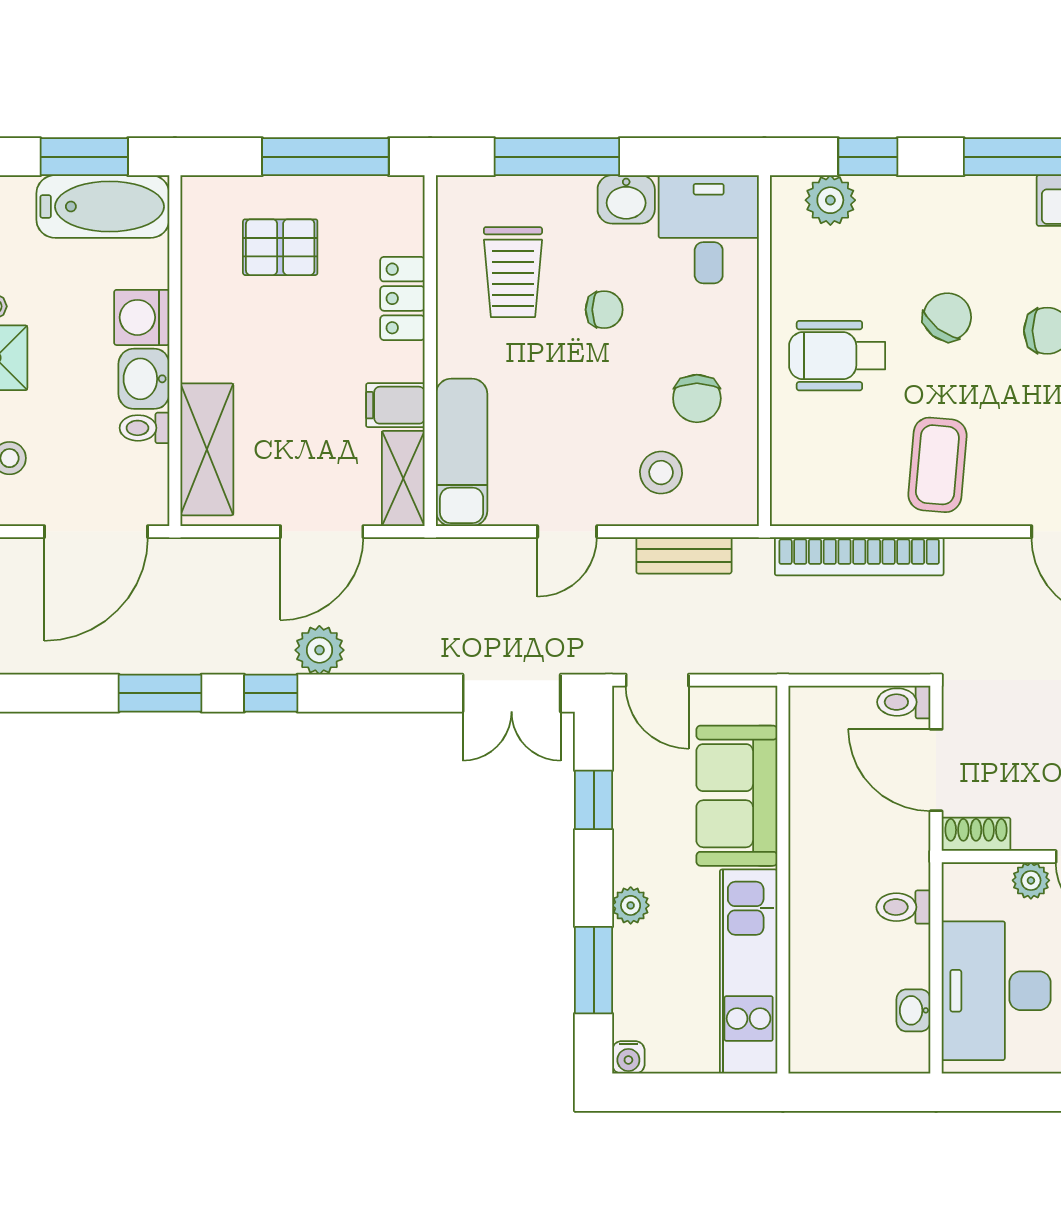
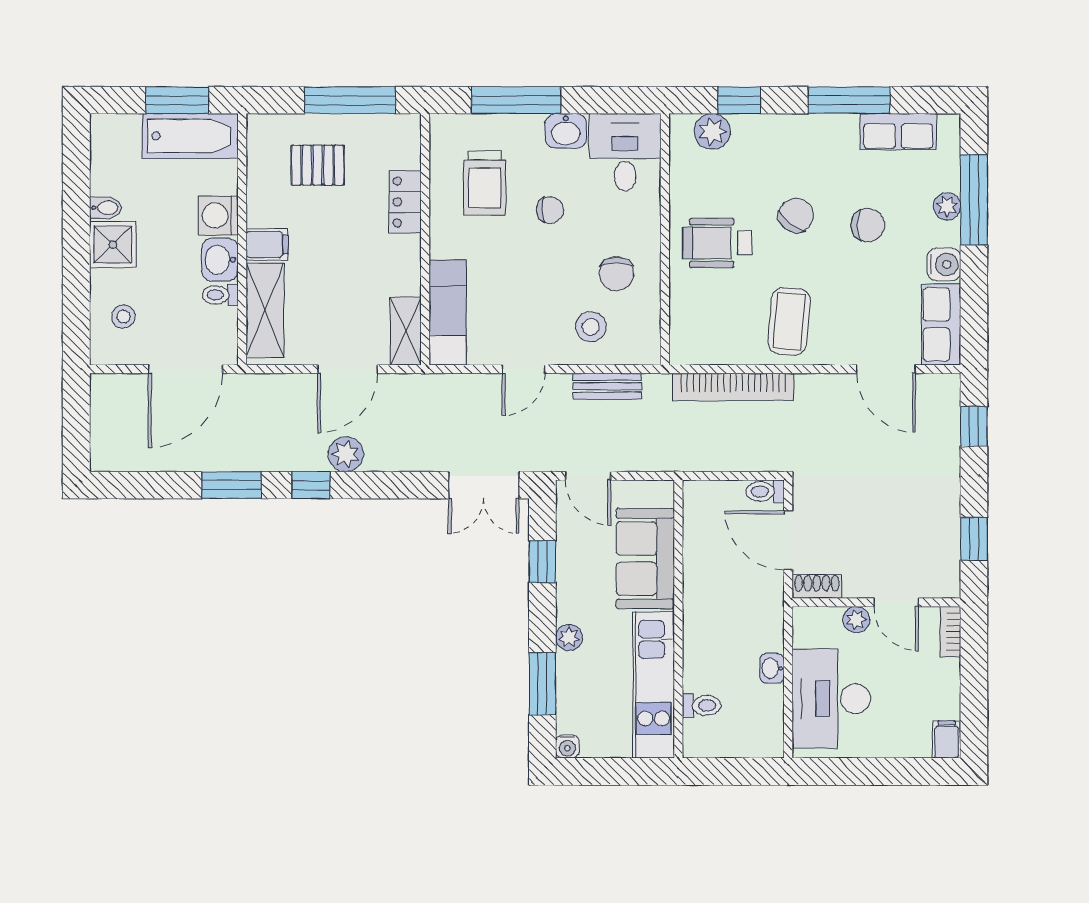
filing cabinet: (395, 405) -> (267, 244), moved, turned 180
toilet: (903, 907) -> (702, 705), moved, turned 180
washbasin: (913, 1010) -> (772, 668), moved

